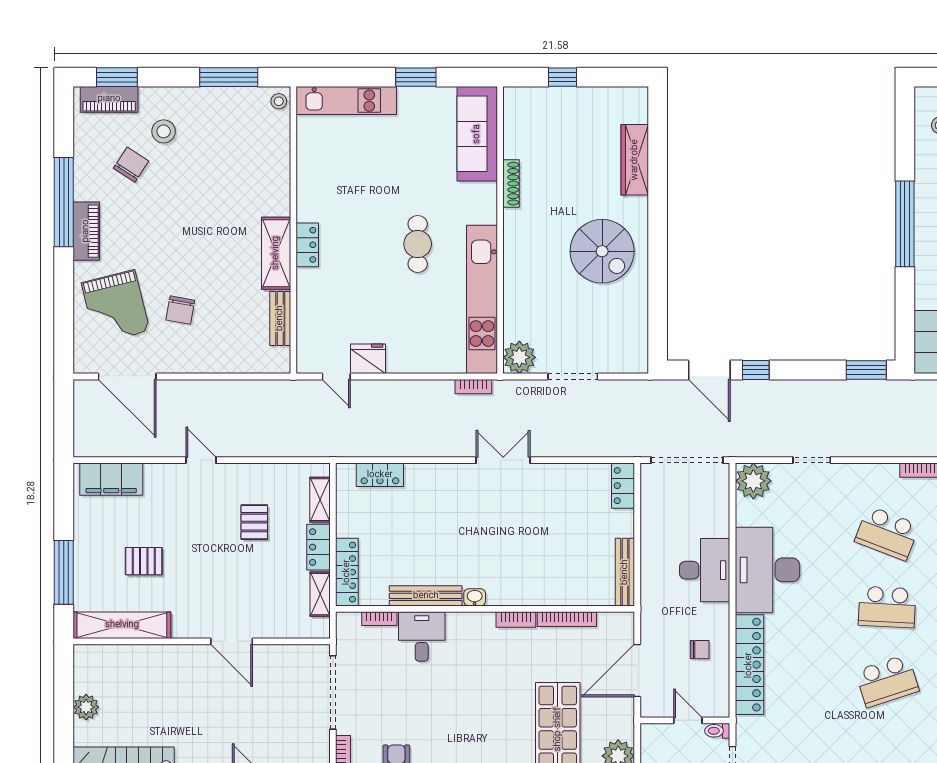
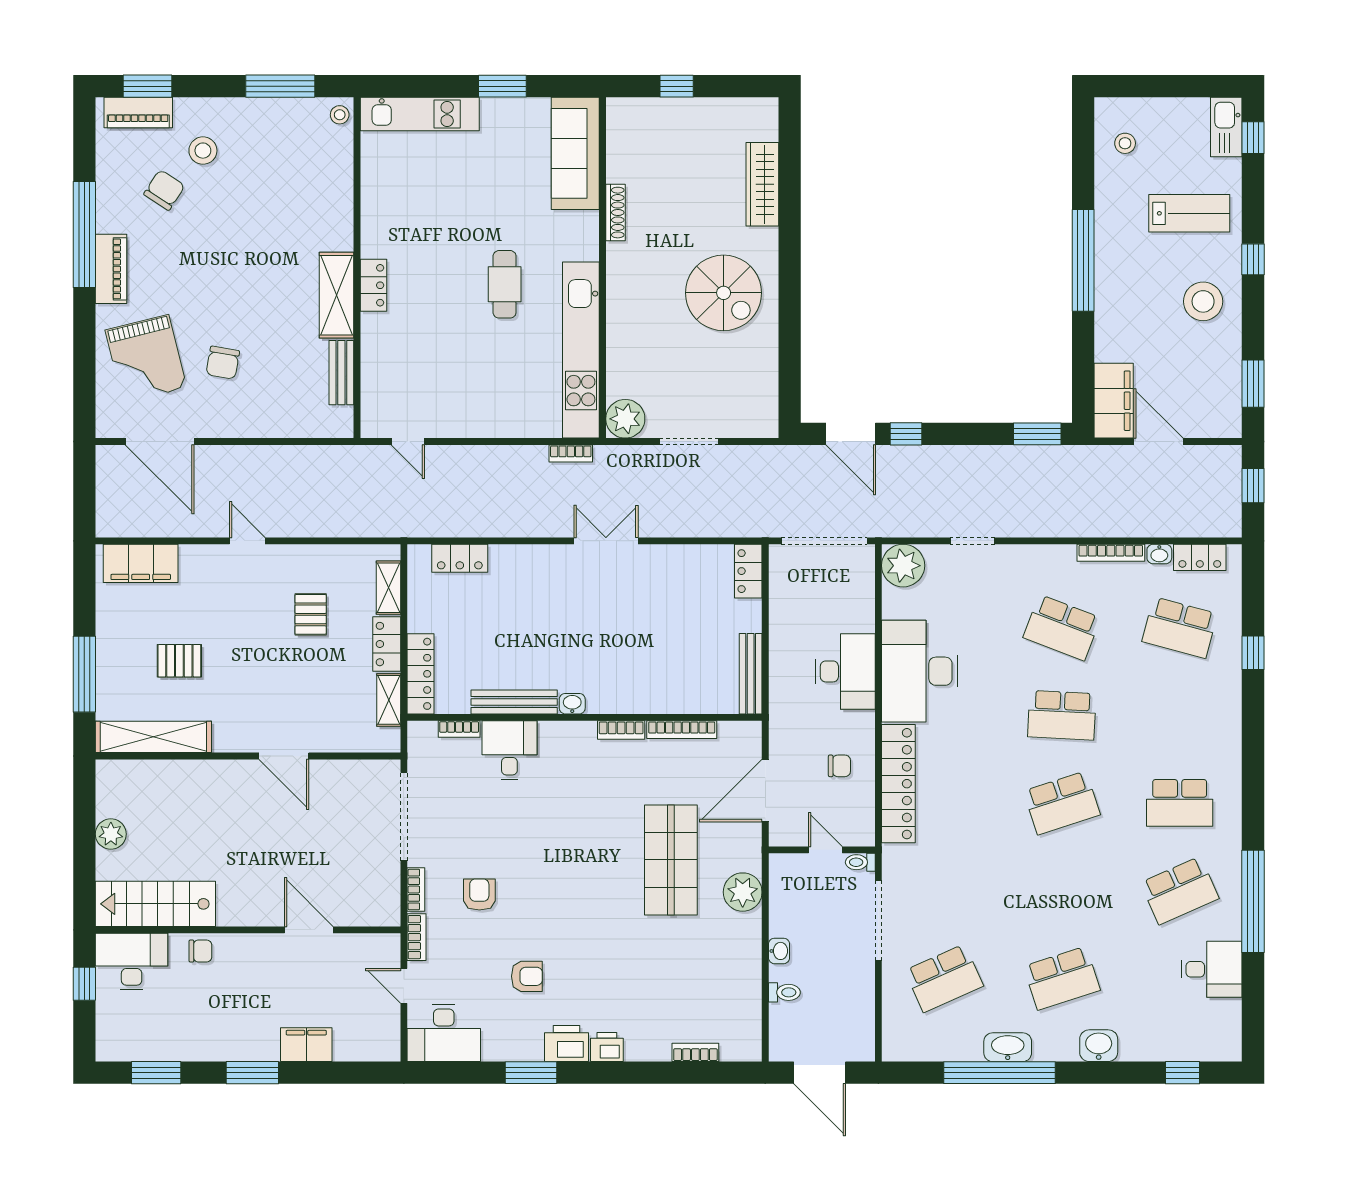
fridge: (368, 359) -> (446, 420), removed

